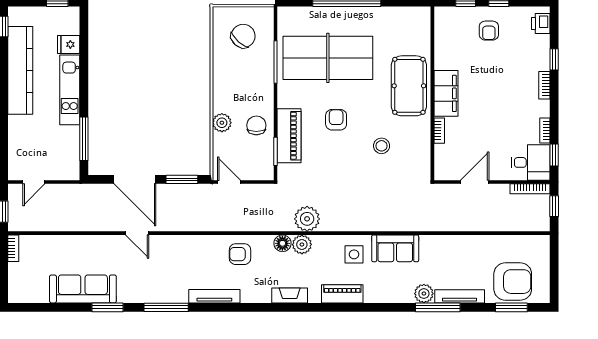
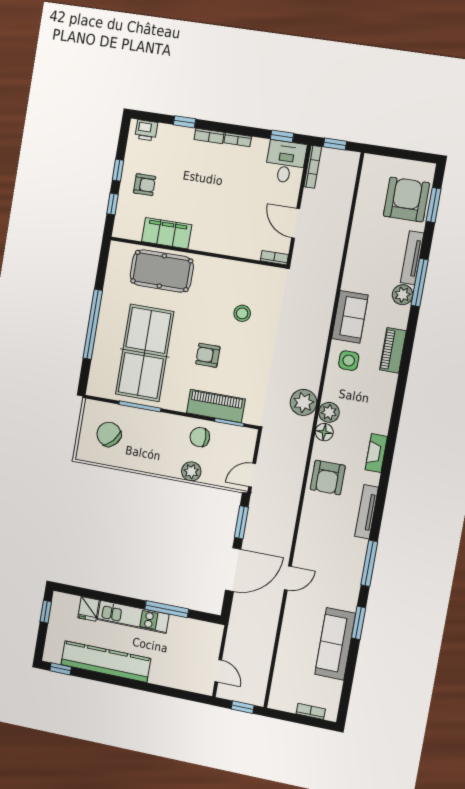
pool table: (409, 86) -> (162, 271), moved
filing cabinet: (446, 93) -> (167, 233), moved
bookcase: (439, 131) -> (274, 258), moved
bookcase: (545, 131) -> (238, 140), moved
window: (84, 139) -> (167, 609), moved
bookcase: (13, 248) -> (311, 711), moved
armchair: (240, 254) -> (328, 478), width x1.38, depth x1.38
piano: (342, 294) -> (393, 350), moved
fireplace: (290, 295) -> (376, 453), moved

